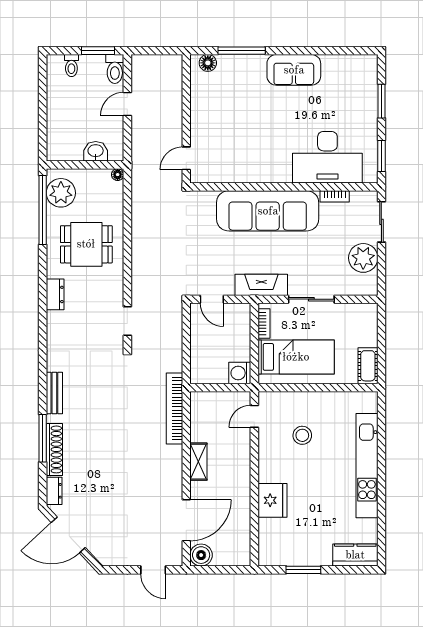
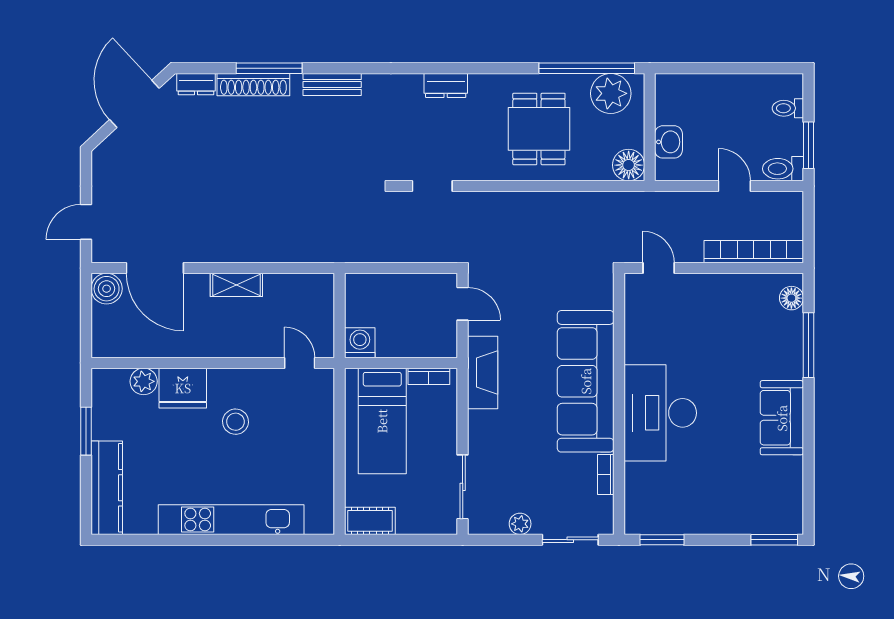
window: (381, 101) -> (774, 540), moved
desk: (327, 157) -> (660, 413), moved
floor lamp: (118, 175) -> (629, 165), width x1.89, depth x1.89
plant: (363, 258) -> (520, 524), width x0.53, depth x0.53
dresser: (55, 294) -> (446, 86), moved
door: (212, 299) -> (463, 304), swing flipped
sliding door: (311, 299) -> (463, 487), moved
bookcase: (175, 409) -> (754, 252), moved
stool: (302, 435) -> (236, 422), moved
plant: (268, 528) -> (144, 381), added
kitchen counter: (355, 555) -> (107, 488), width x1.50

